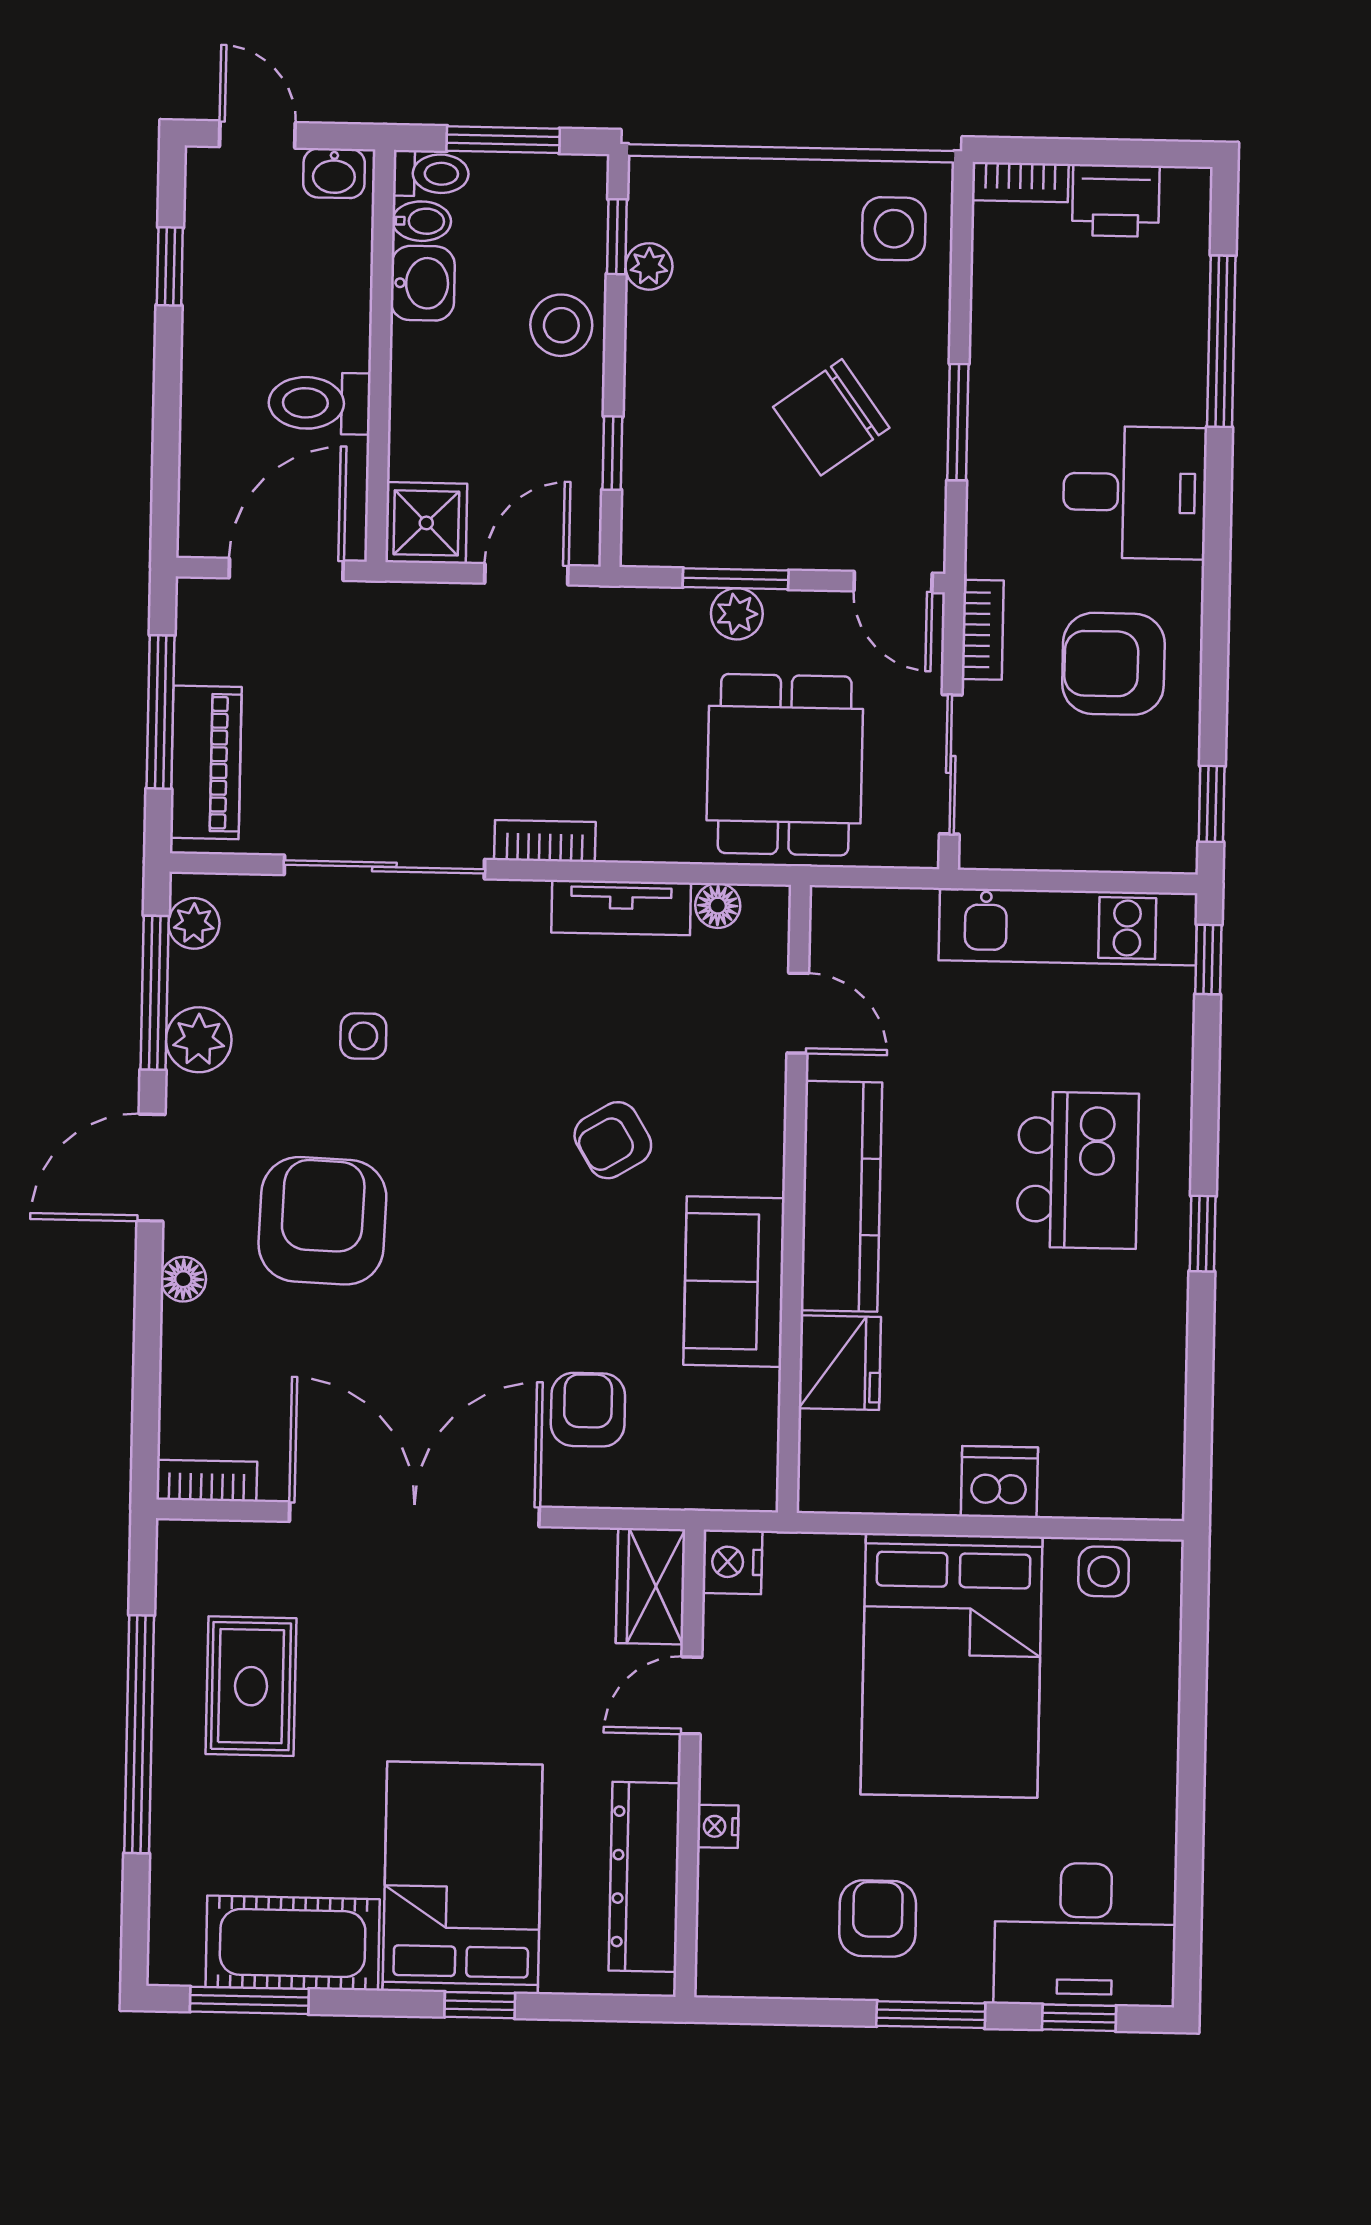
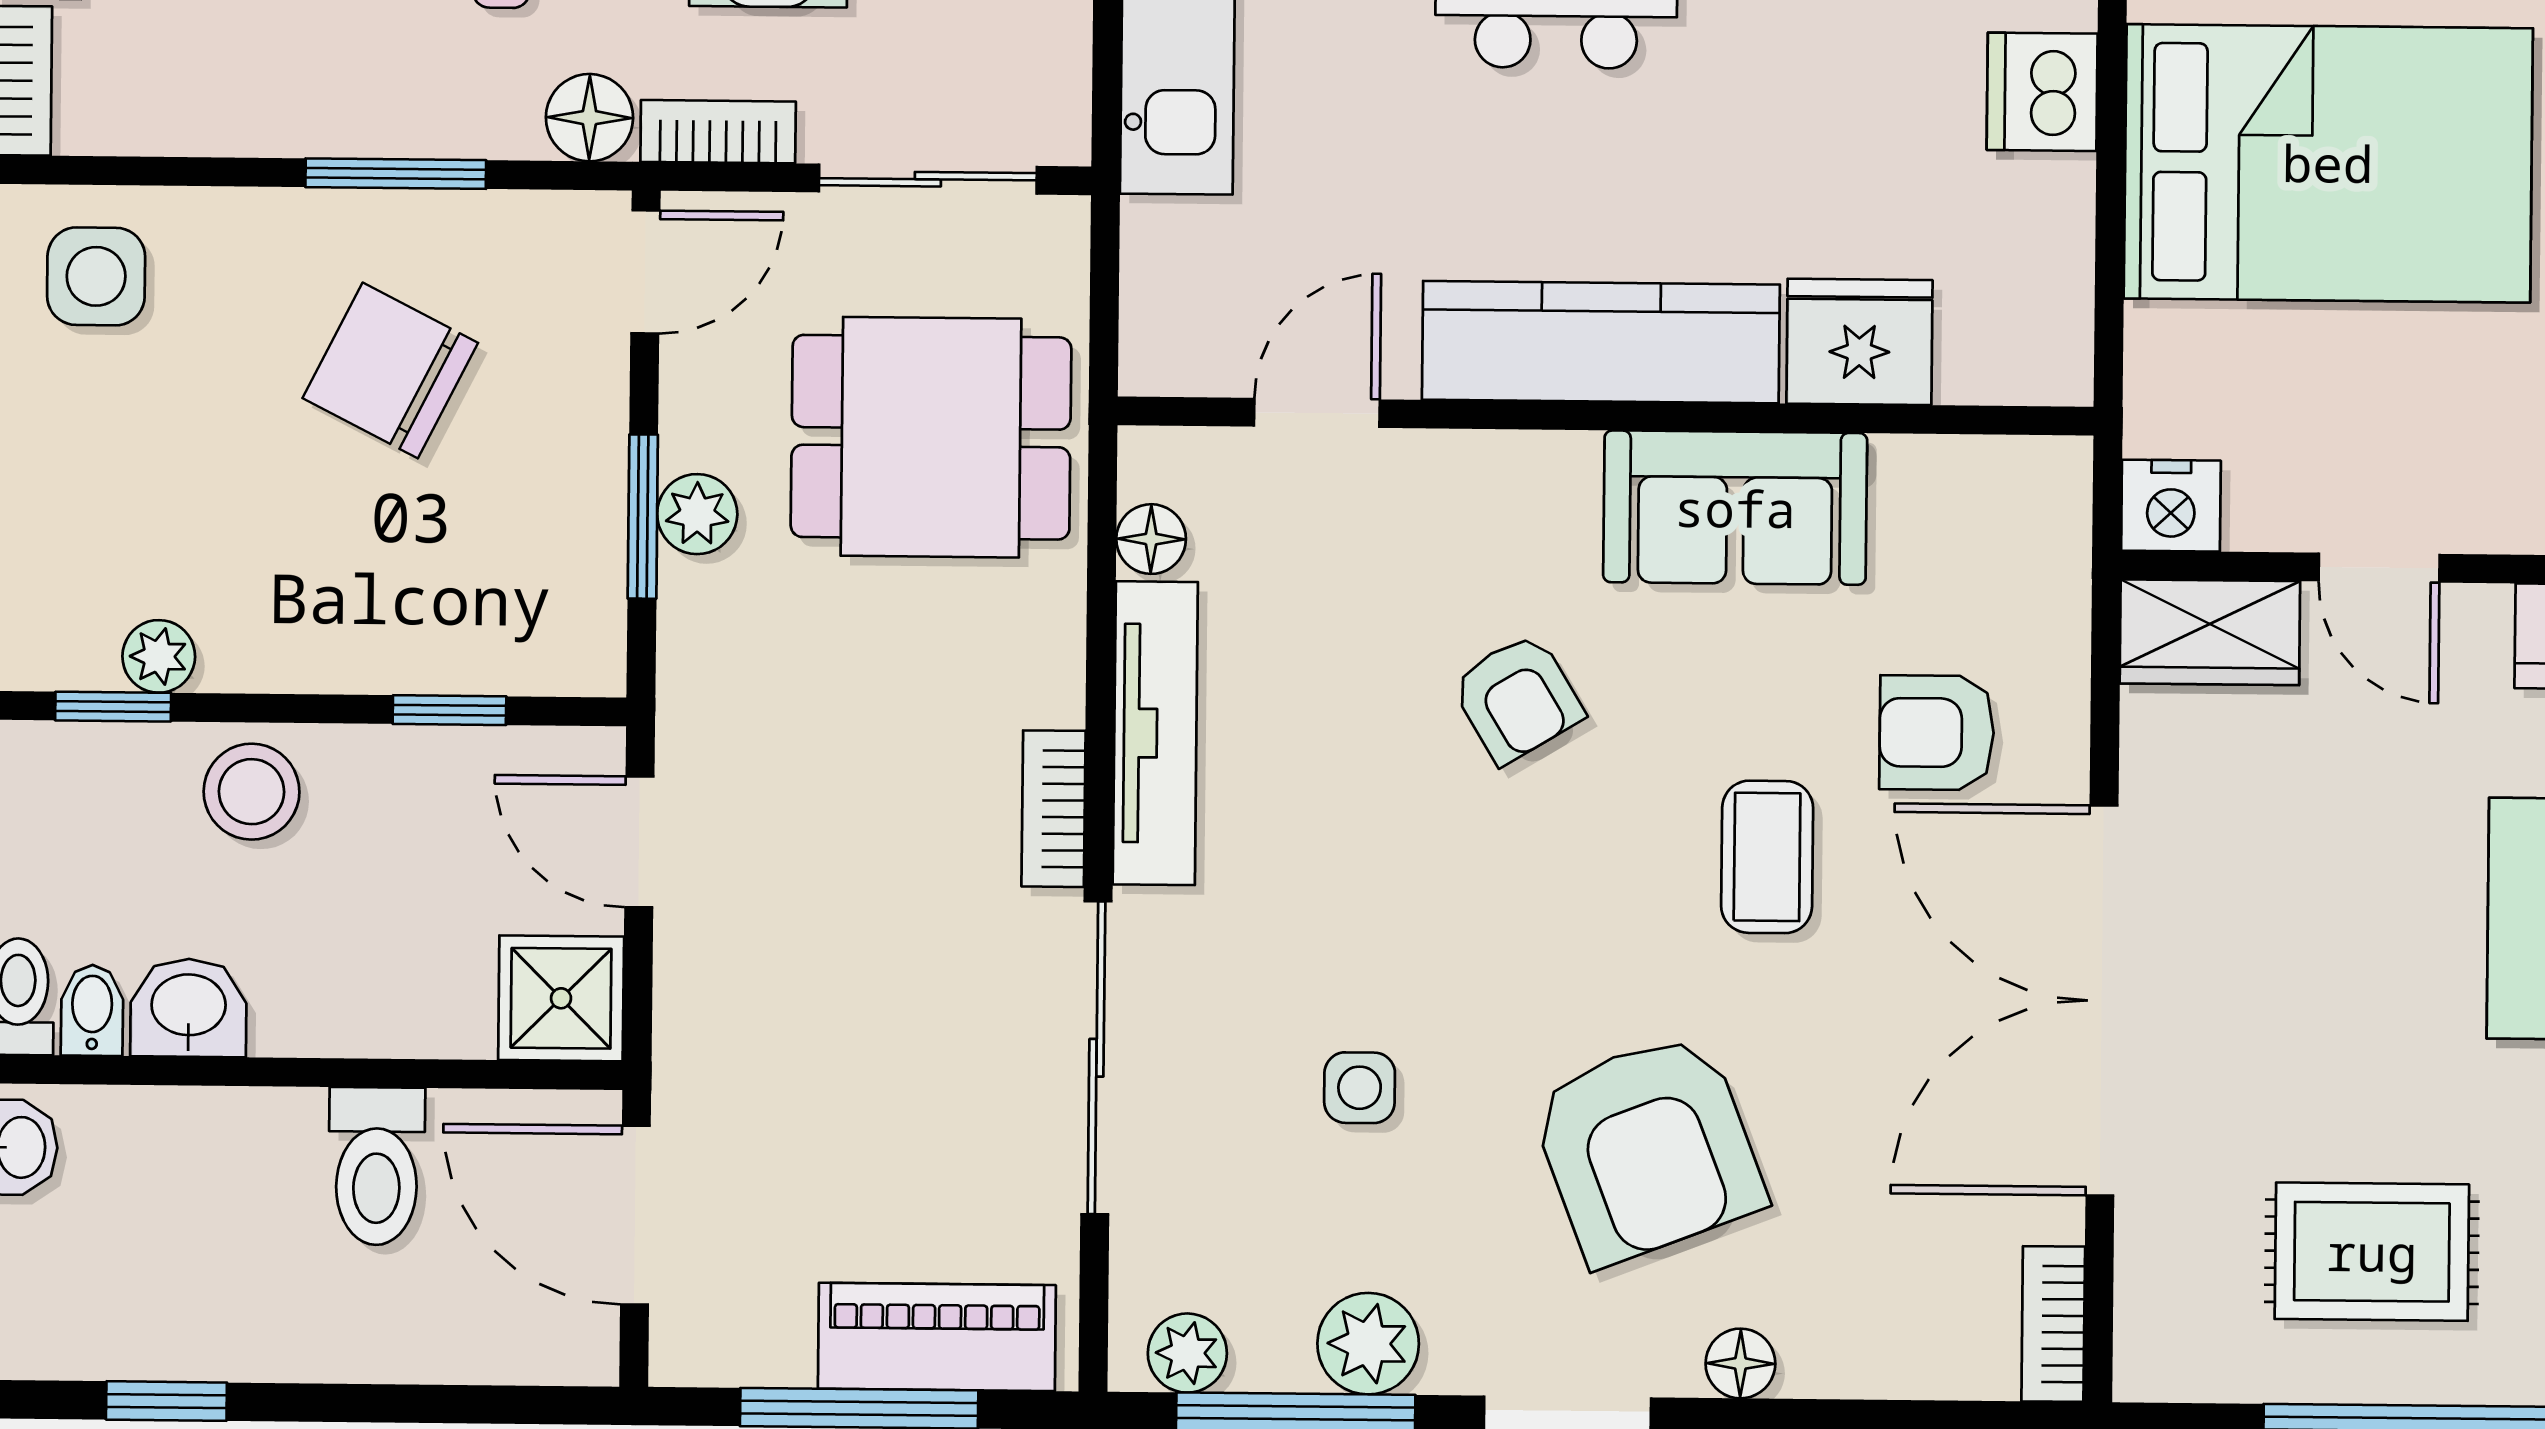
chair: (831, 417) -> (390, 370), turned 153
floor lamp: (993, 547) -> (589, 118), added
tv unit: (621, 908) -> (1155, 733), width x1.41
armchair: (322, 1221) -> (1647, 1148), turned -113
coffee table: (509, 1300) -> (1767, 857), added

